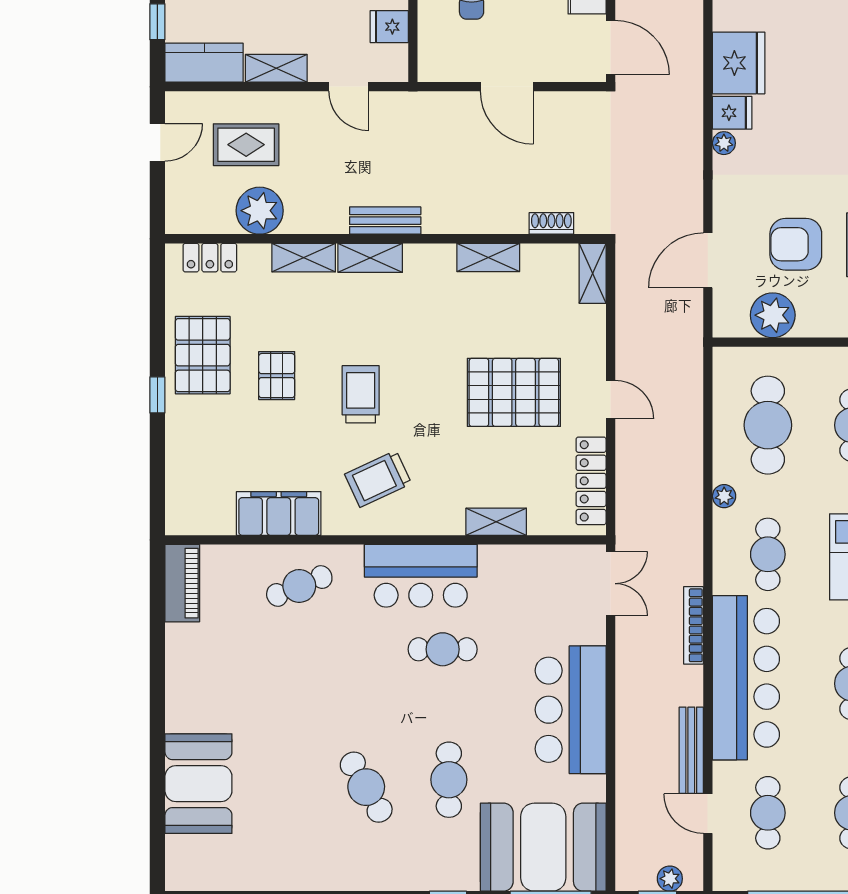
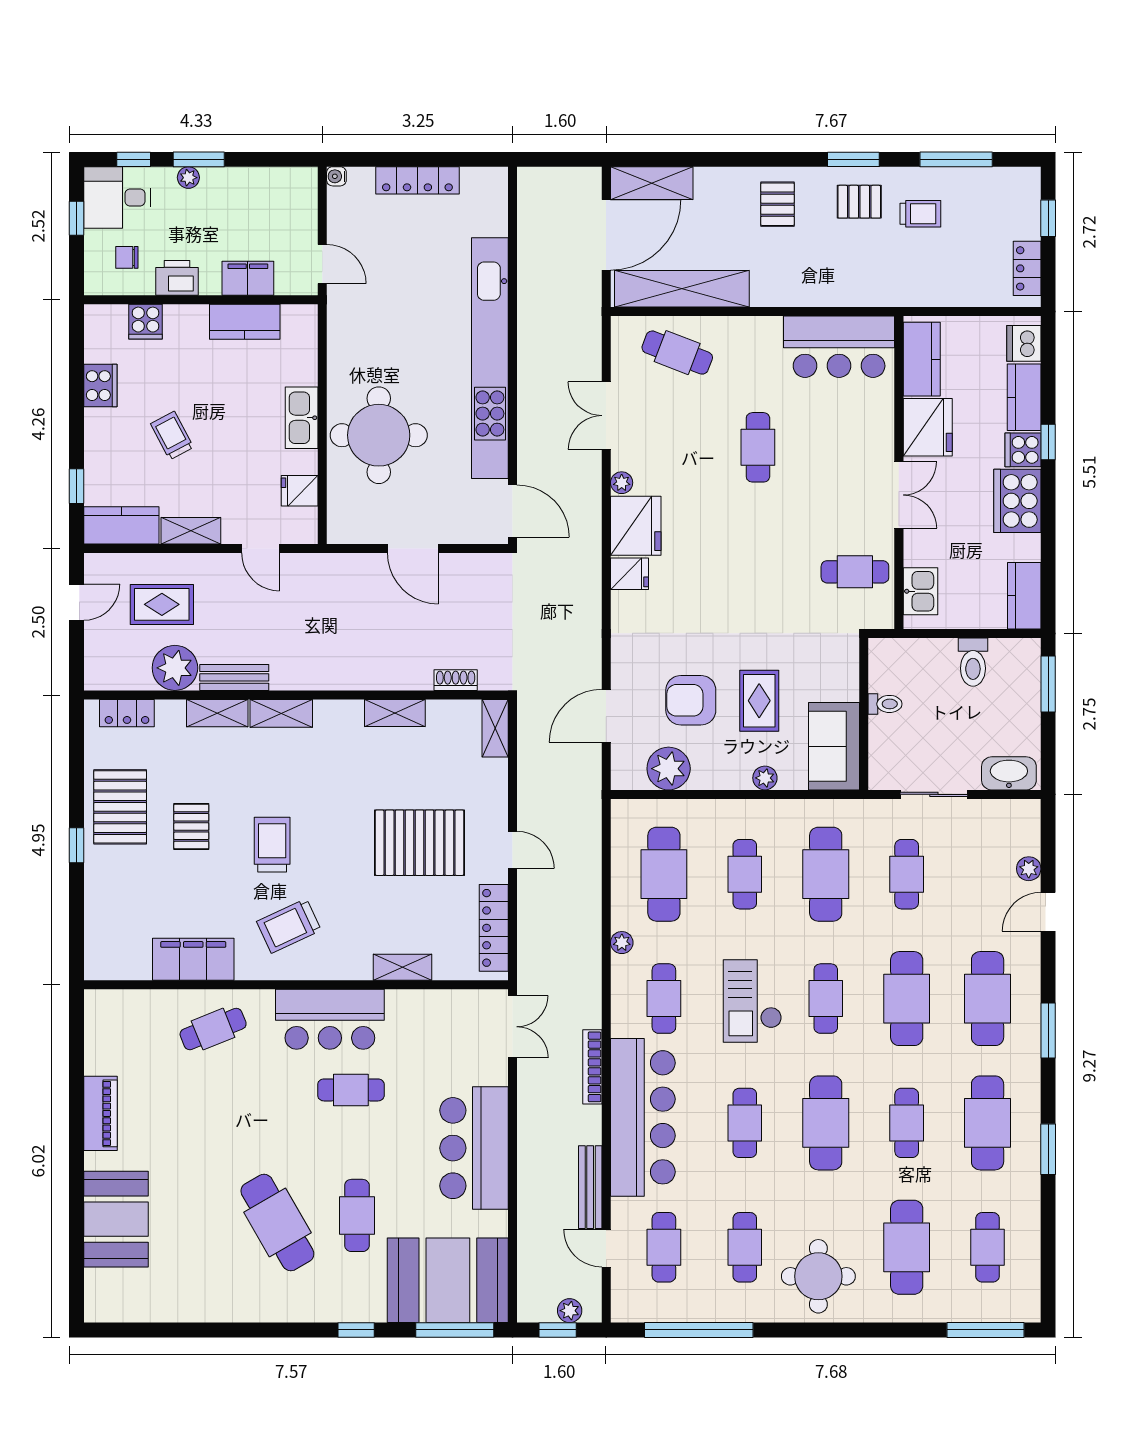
plant: (724, 143) -> (622, 483), moved
bench: (385, 221) -> (234, 677), moved
piano: (182, 583) -> (100, 1113), moved
cafe table: (366, 787) -> (277, 1223), width x1.37, depth x1.35

